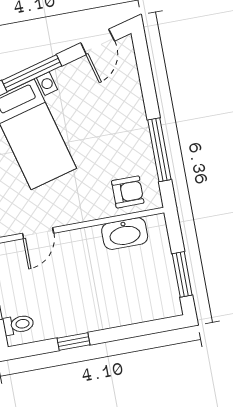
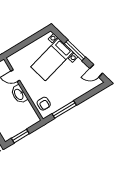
washbasin: (125, 234) -> (19, 94), moved

